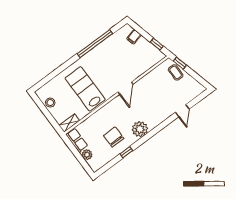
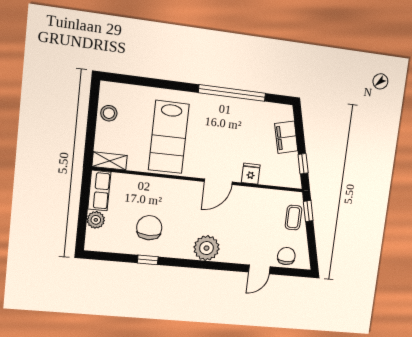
filing cabinet: (134, 37) -> (286, 137), width x2.00
fridge: (137, 71) -> (251, 174), added
lab bench: (85, 89) -> (169, 137), turned 180
chair: (189, 93) -> (286, 256), added
plant: (140, 129) -> (206, 248), moved

